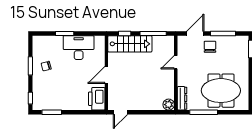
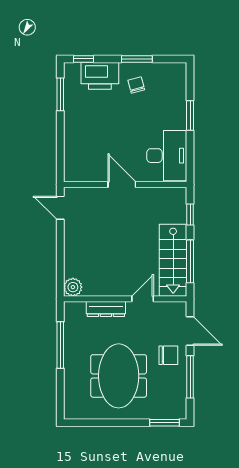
stairs: (130, 44) -> (173, 260), moved
desk: (79, 48) -> (167, 156), moved
door: (176, 62) -> (143, 299), hinge flipped
meeting table: (221, 91) -> (119, 376), moved
dresser: (182, 98) -> (106, 309), moved
printer: (97, 99) -> (100, 76), moved, turned 180

